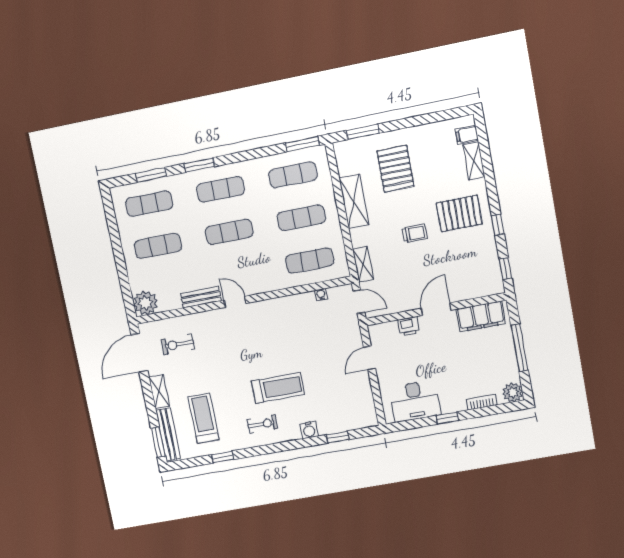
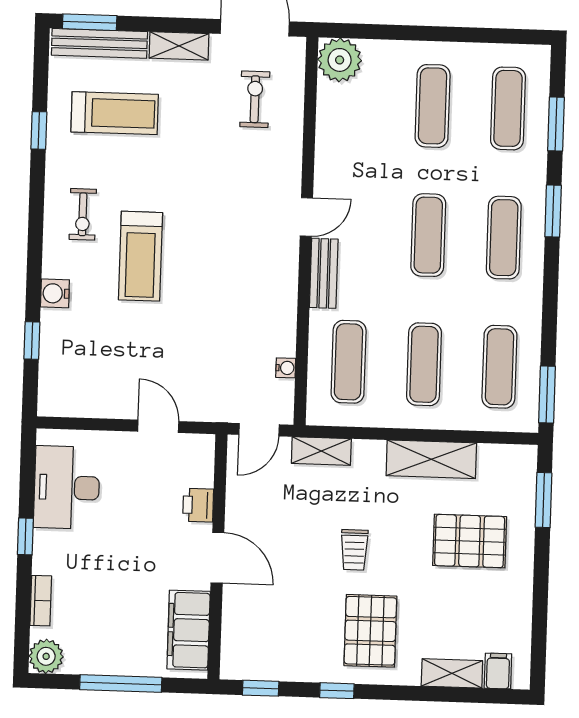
bench: (201, 297) -> (324, 273), moved

